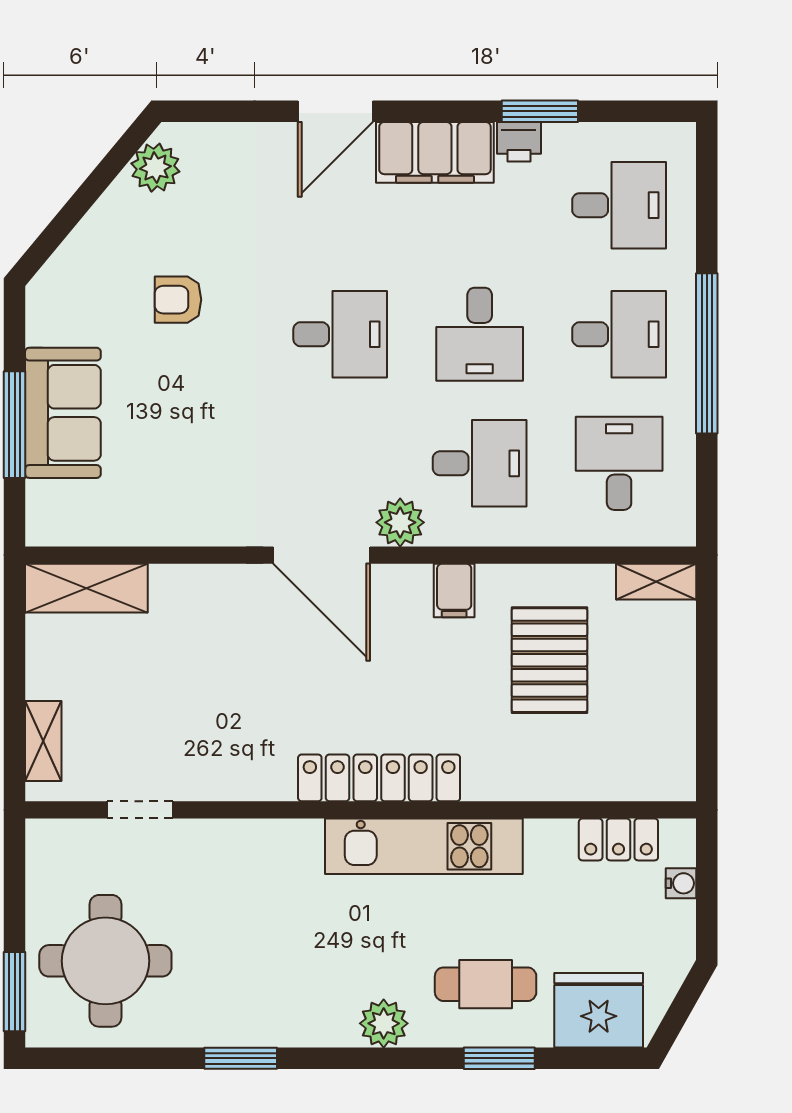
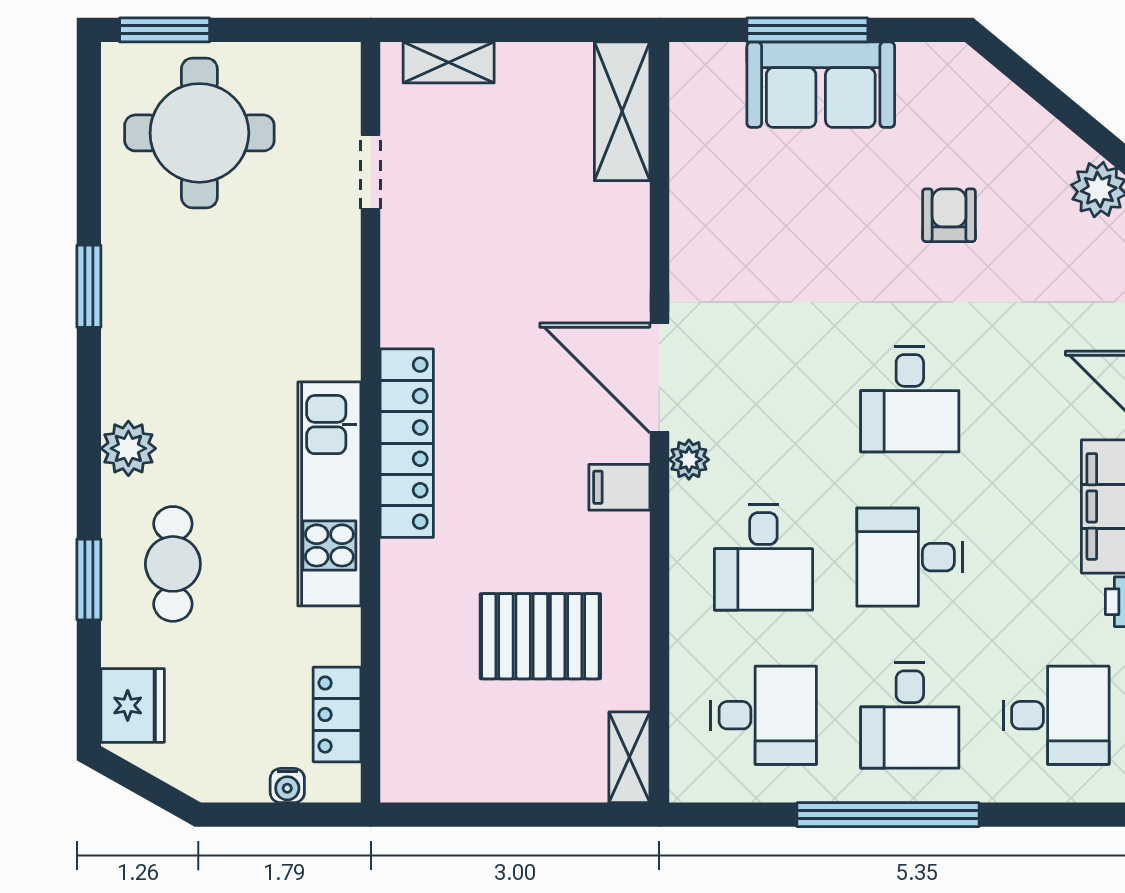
desk: (619, 205) -> (1056, 715), turned -90
plant: (400, 522) -> (689, 460), width x0.73, depth x0.73
door: (322, 555) -> (659, 378), hinge flipped
filing cabinet: (454, 590) -> (619, 487), moved
fridge: (599, 1010) -> (133, 705), width x0.73, depth x0.75

